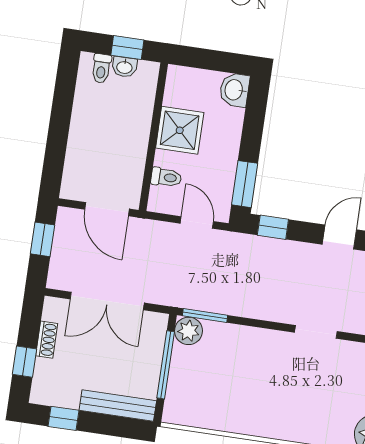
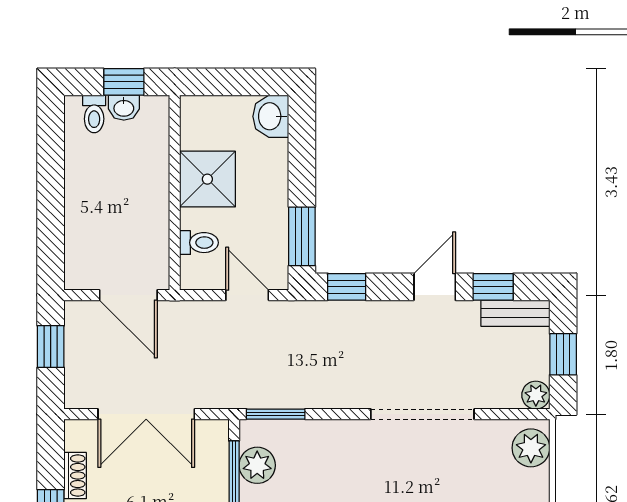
plant: (188, 331) -> (257, 465), moved
doorway: (316, 332) -> (422, 414), width x1.88

